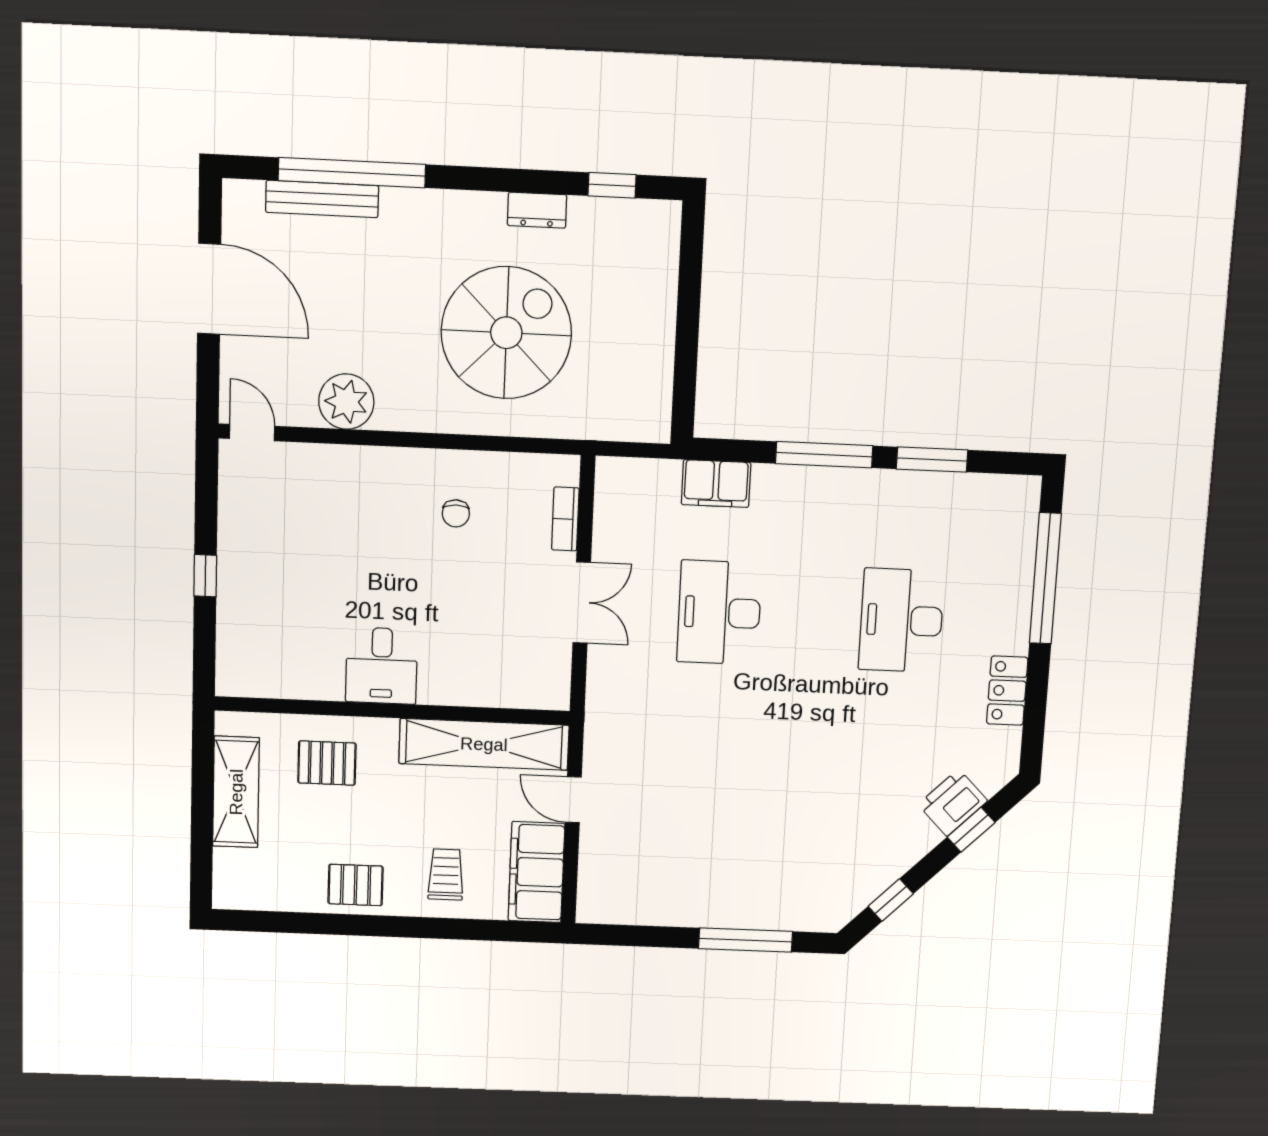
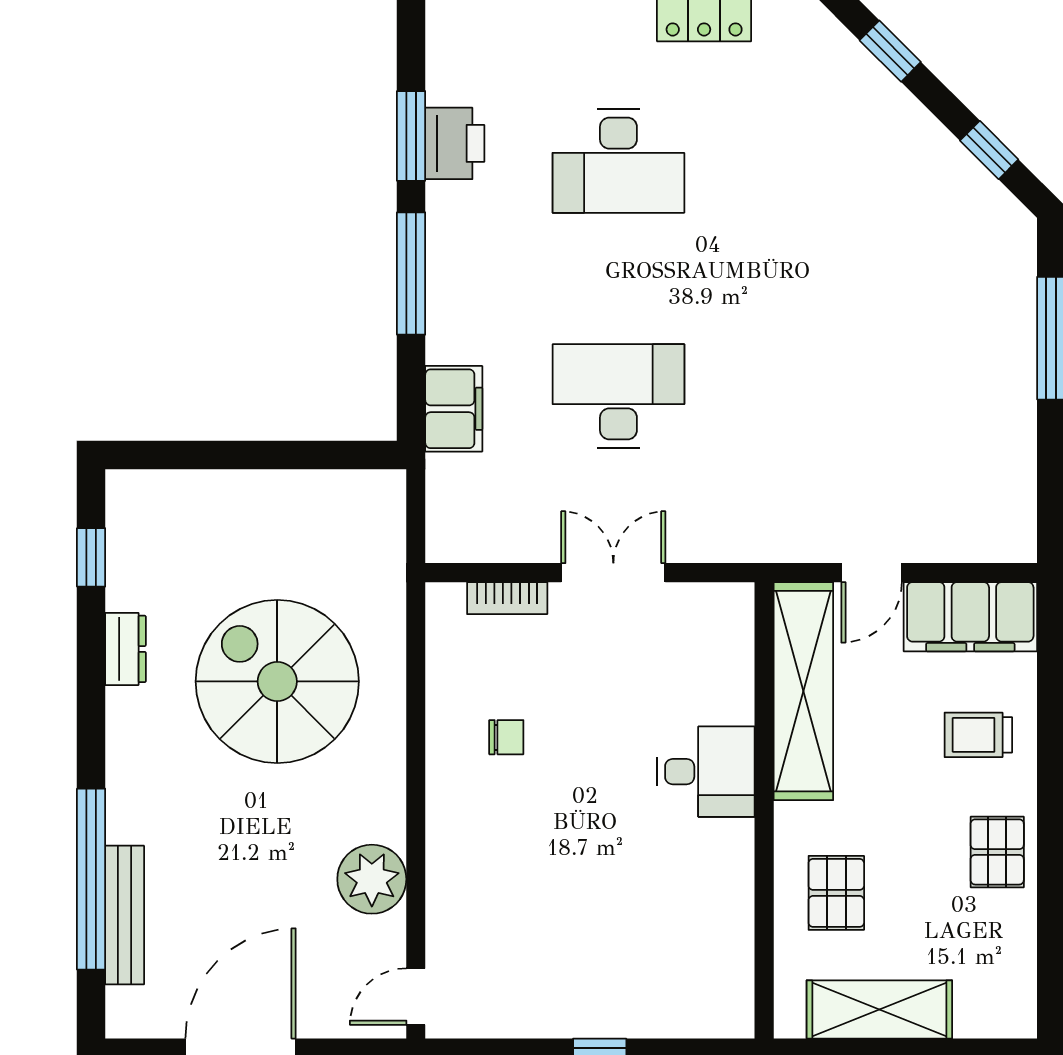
desk: (719, 612) -> (618, 396), turned 180
desk: (382, 666) -> (706, 772), moved
printer: (953, 803) -> (455, 143), moved, turned -135

